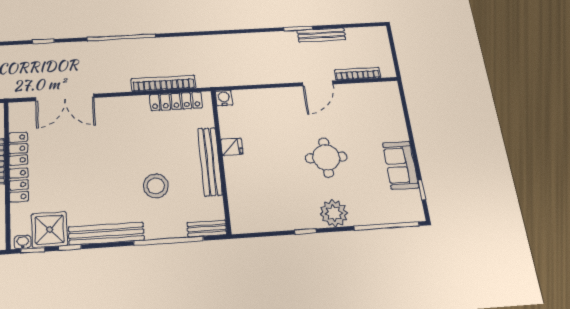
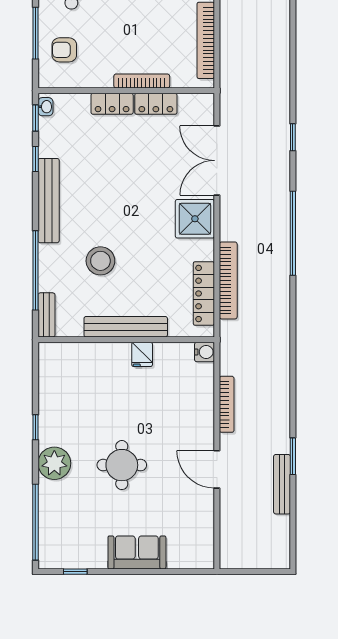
bookcase: (357, 74) -> (227, 404), moved
sofa: (401, 165) -> (137, 552), moved
shower: (50, 230) -> (195, 219), moved

